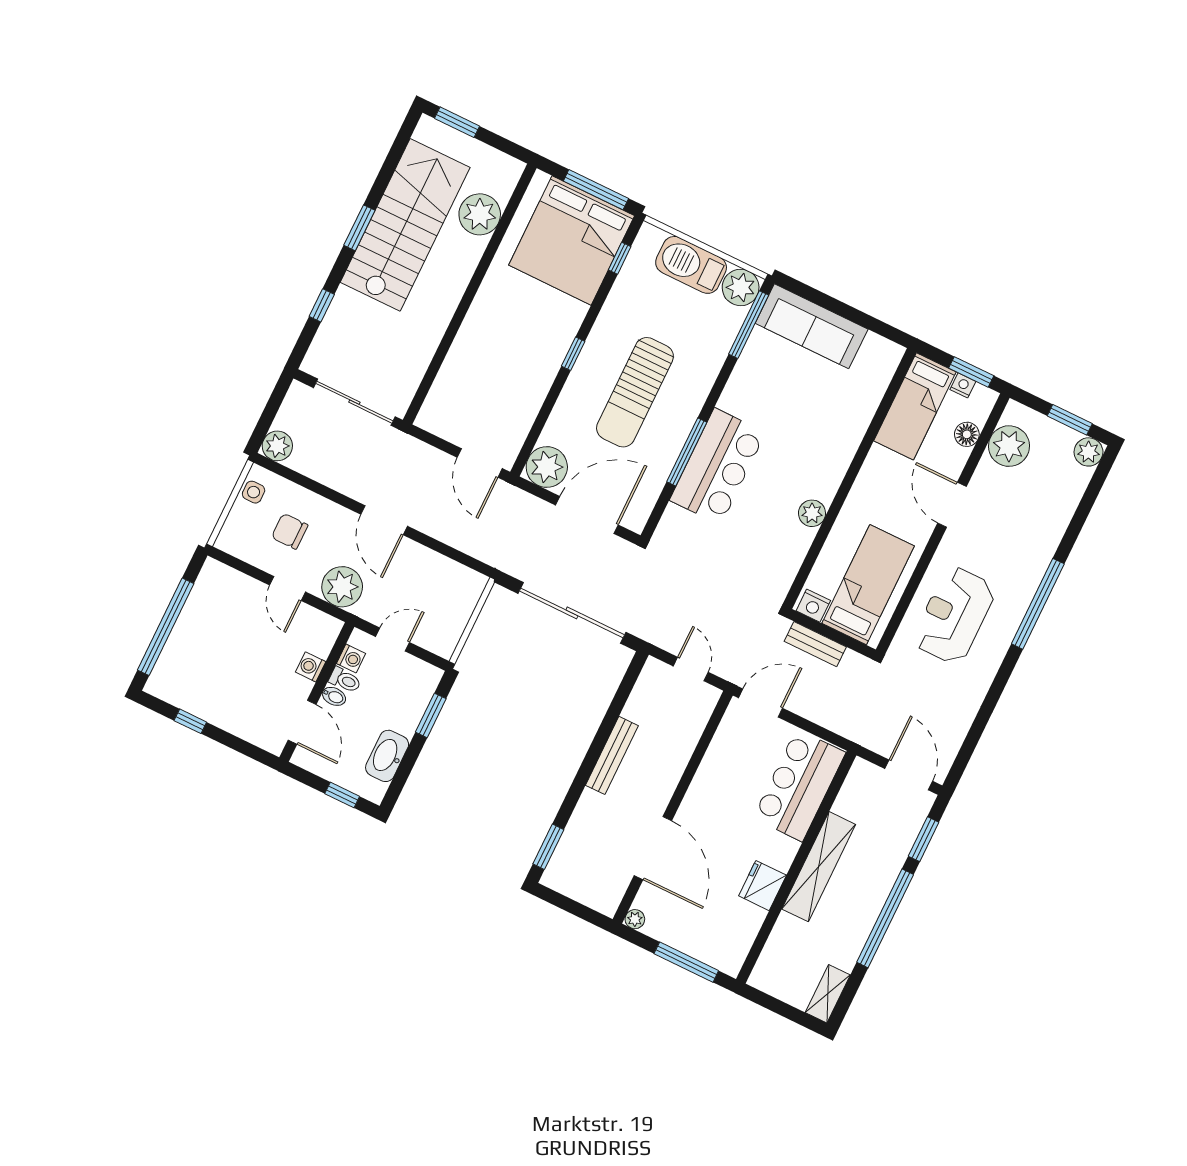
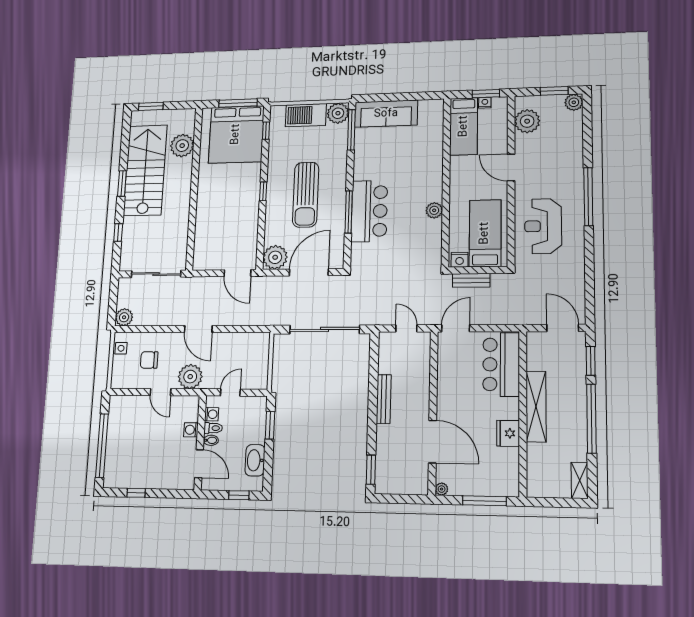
floor lamp: (967, 434) -> (500, 127), removed

